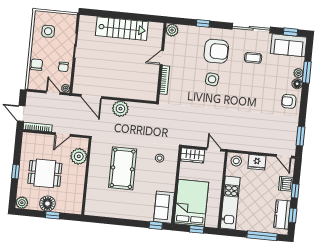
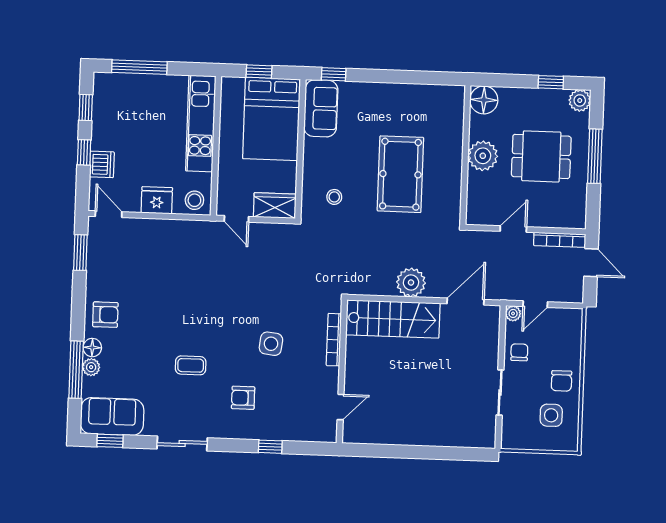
sliding door: (251, 28) -> (182, 443), width x0.73
stairs: (122, 29) -> (393, 319), moved, turned 180
plant: (172, 30) -> (326, 431), removed
armchair: (216, 51) -> (243, 398), width x0.53, depth x0.53
door: (162, 57) -> (341, 407), moved
coffee table: (253, 58) -> (191, 365), moved
chair: (37, 65) -> (561, 381), moved
window: (307, 72) -> (76, 370), width x1.44
side table: (212, 79) -> (271, 344), moved
door: (53, 93) -> (535, 304), hinge flipped
door: (91, 96) -> (466, 302), hinge flipped
plant: (79, 156) -> (483, 156), moved
window: (15, 172) -> (595, 156), width x2.17
floor lamp: (47, 204) -> (484, 100), moved
kitchen counter: (282, 214) -> (105, 108), removed
window: (53, 215) -> (551, 82), moved

